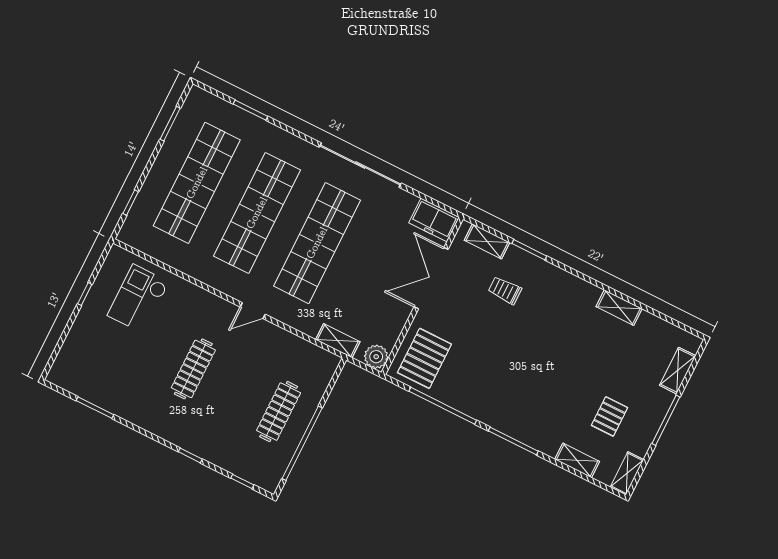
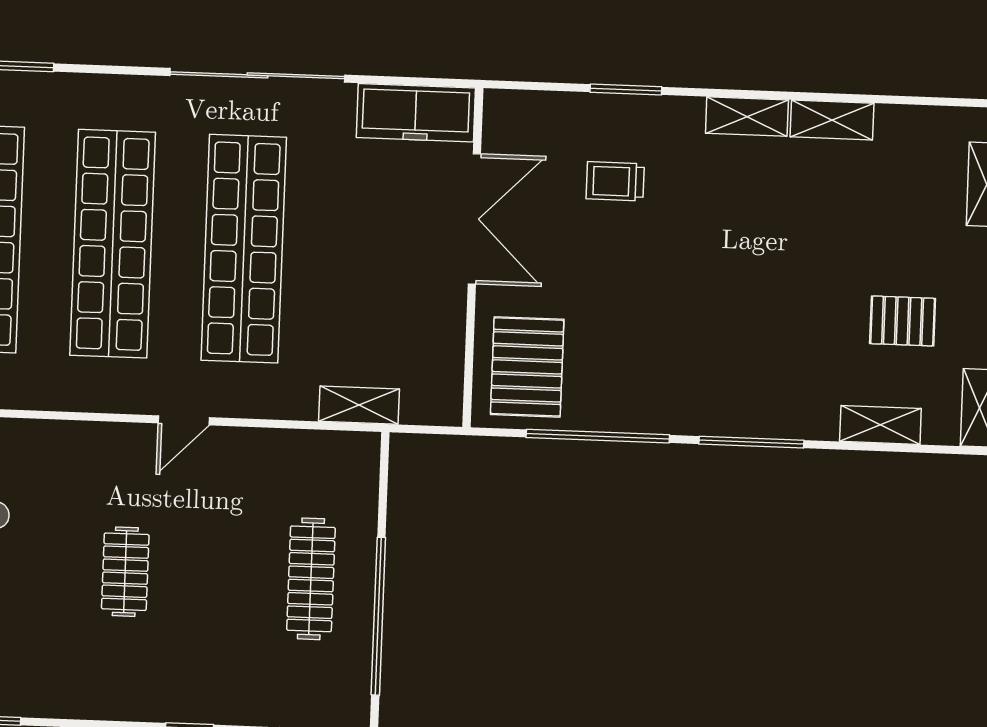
freezer: (434, 220) -> (416, 113), width x1.40
shelving: (487, 241) -> (747, 117), moved
double door: (431, 278) -> (474, 219), swing flipped
plant: (376, 357) -> (440, 403), removed
clothes rail: (193, 369) -> (125, 572), width x0.73
pallet: (609, 416) -> (903, 321), turned 90

